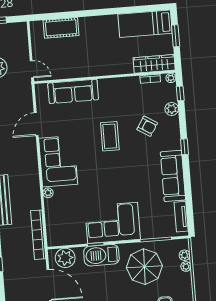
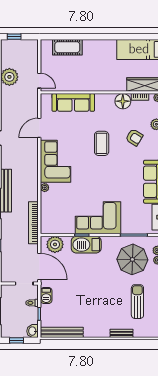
floor lamp: (131, 85) -> (123, 101), added
parasol: (144, 267) -> (132, 259), moved

